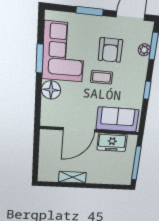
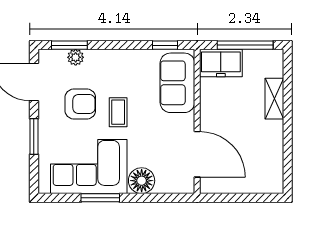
window: (147, 90) -> (165, 45), moved
door: (79, 130) -> (197, 154), moved
freezer: (112, 142) -> (221, 63), moved, turned 90
shelving: (72, 177) -> (274, 99), moved

